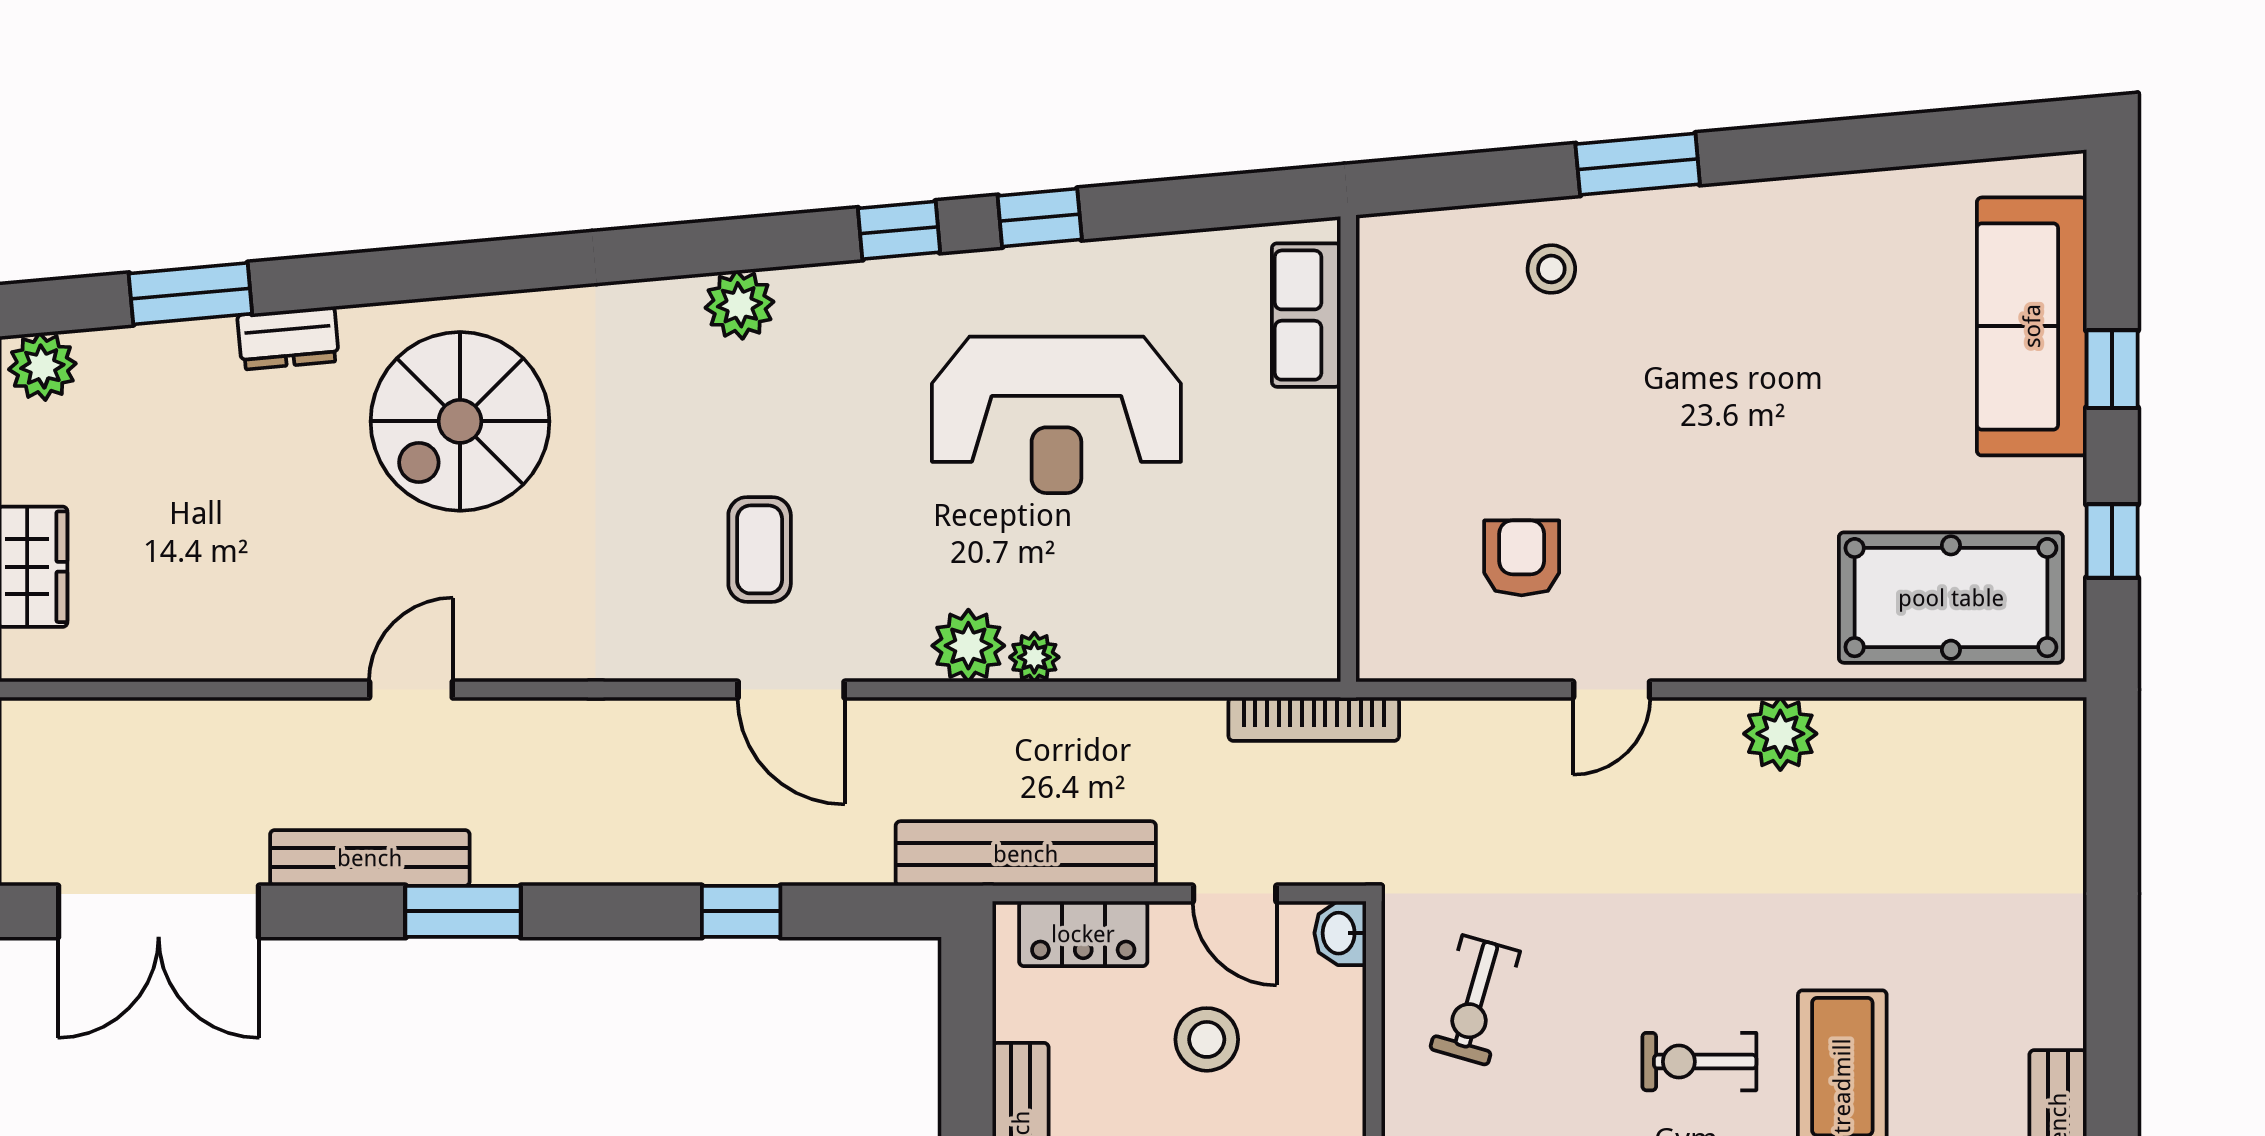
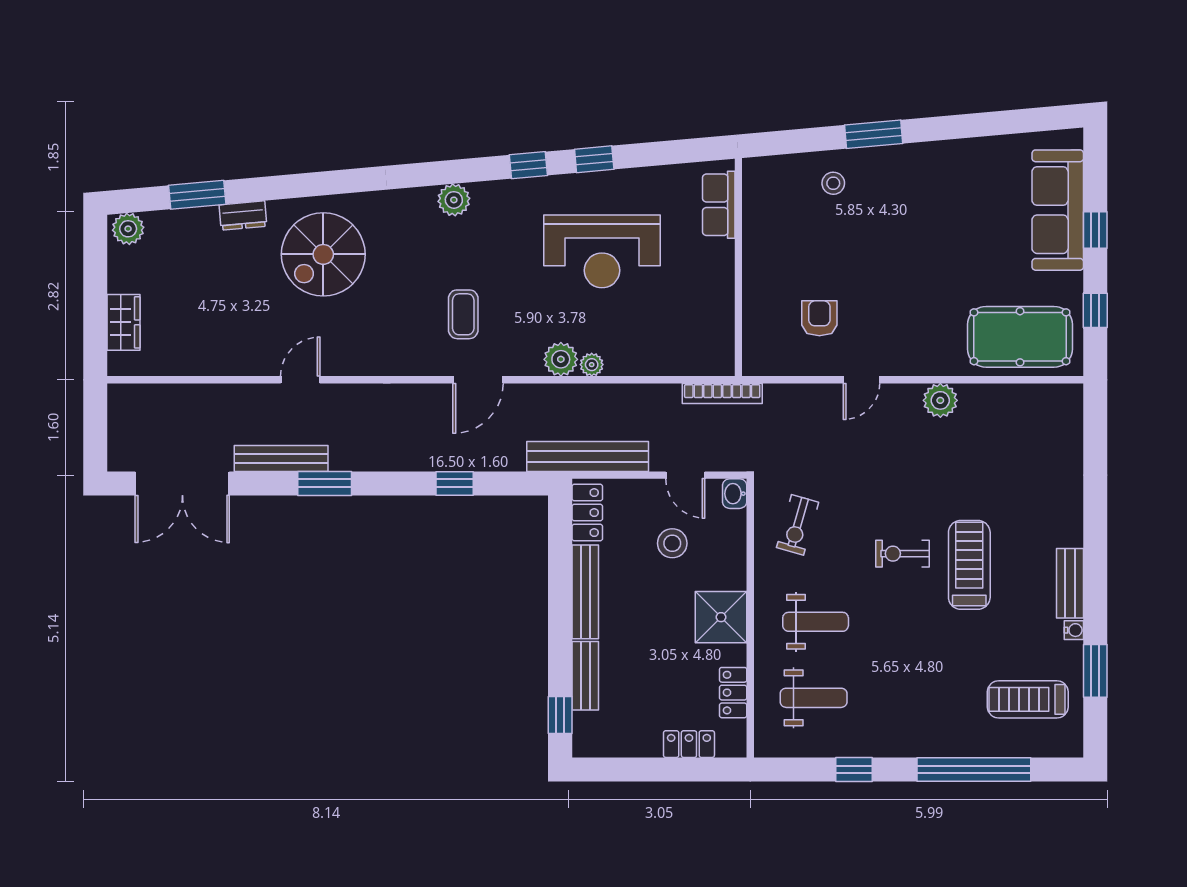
door: (791, 690) -> (478, 380), hinge flipped
locker: (1083, 934) -> (587, 513), moved, turned -90

